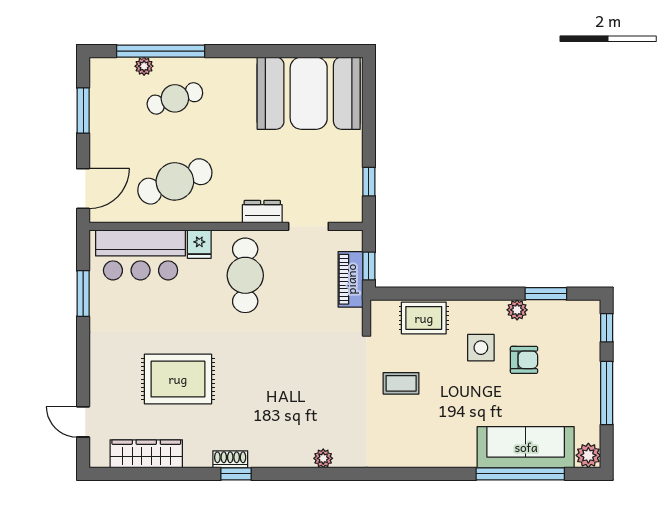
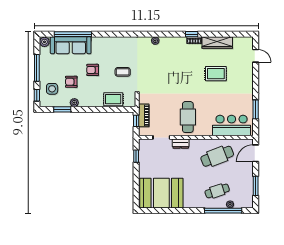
fridge: (199, 244) -> (207, 130), removed
side table: (481, 348) -> (52, 89), moved
rug: (178, 379) -> (216, 74), width x0.73, depth x0.70
armchair: (473, 388) -> (93, 70), added
wardrobe: (146, 454) -> (217, 42), moved

